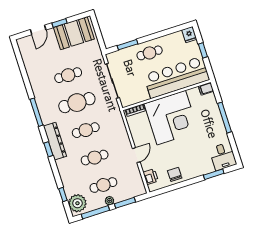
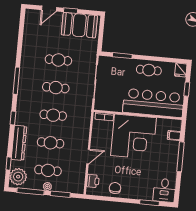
cafe table: (150, 53) -> (149, 70), moved
filing cabinet: (206, 89) -> (174, 135), moved
cafe table: (77, 103) -> (56, 88), width x0.73, depth x0.74
dresser: (55, 141) -> (19, 143), moved

